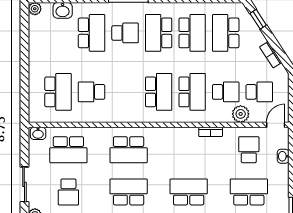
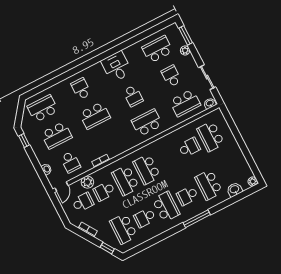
school desk: (192, 33) -> (145, 218), width x0.54
school desk: (226, 33) -> (123, 229), turned 180
school desk: (259, 92) -> (83, 202), turned 180
school desk: (68, 150) -> (185, 103), turned 180
sliding door: (24, 184) -> (207, 77), moved
school desk: (129, 192) -> (133, 96), width x0.54

